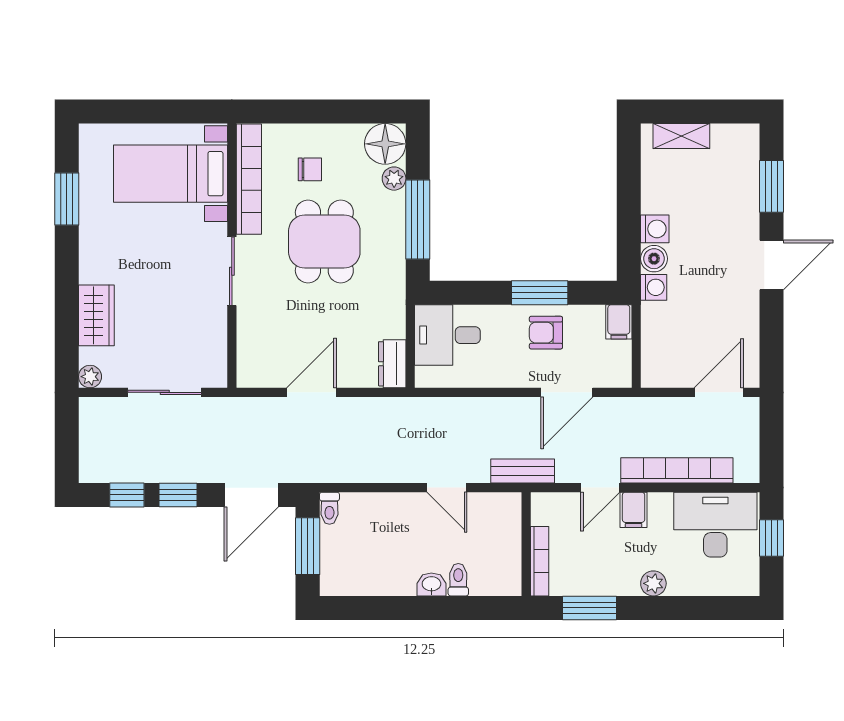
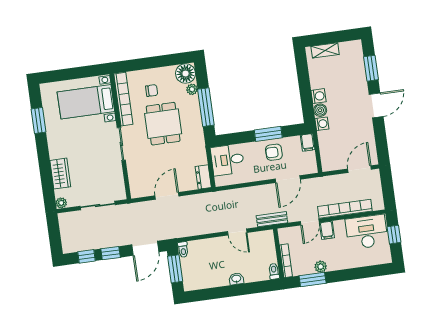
toilet: (458, 580) -> (274, 271), moved
plant: (653, 583) -> (321, 267), moved

